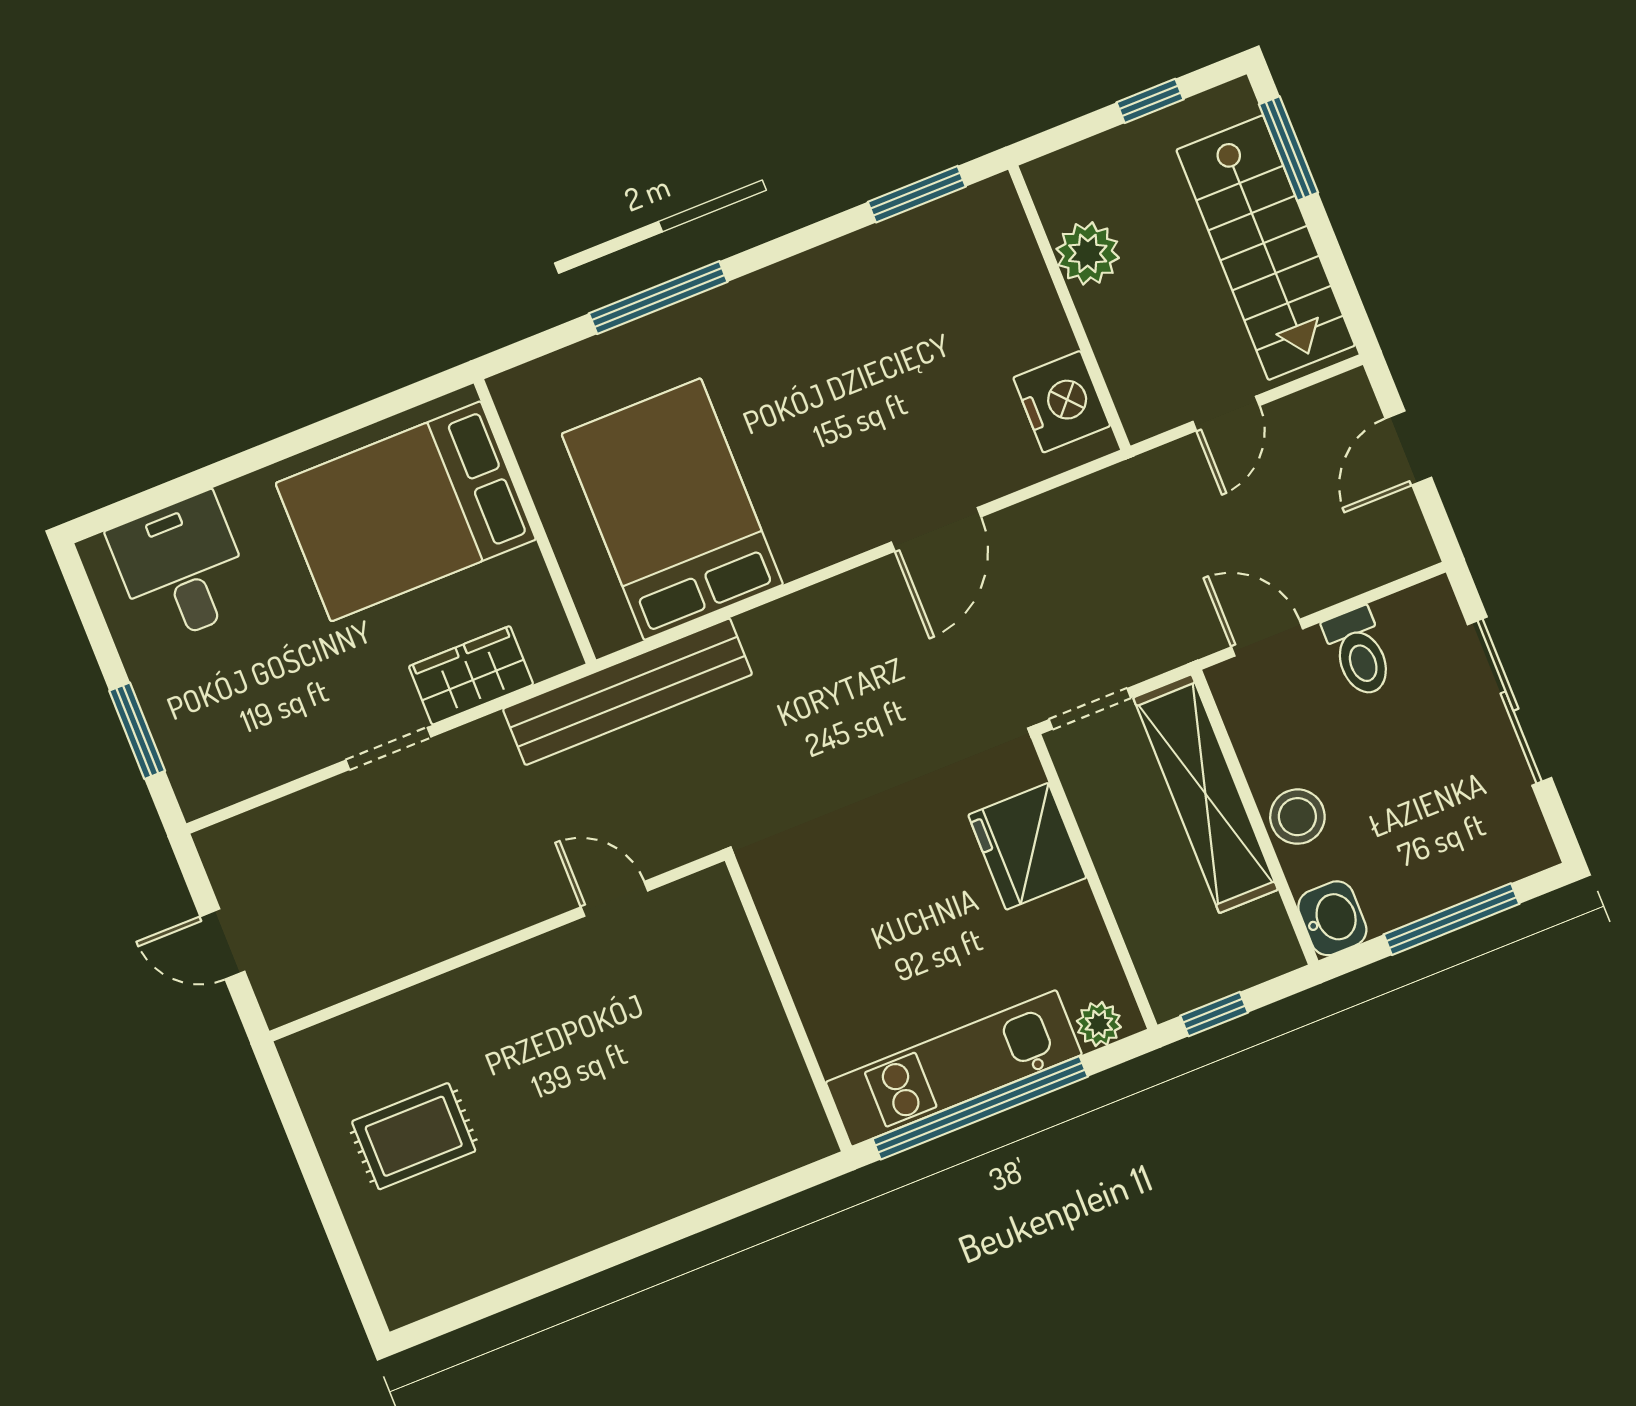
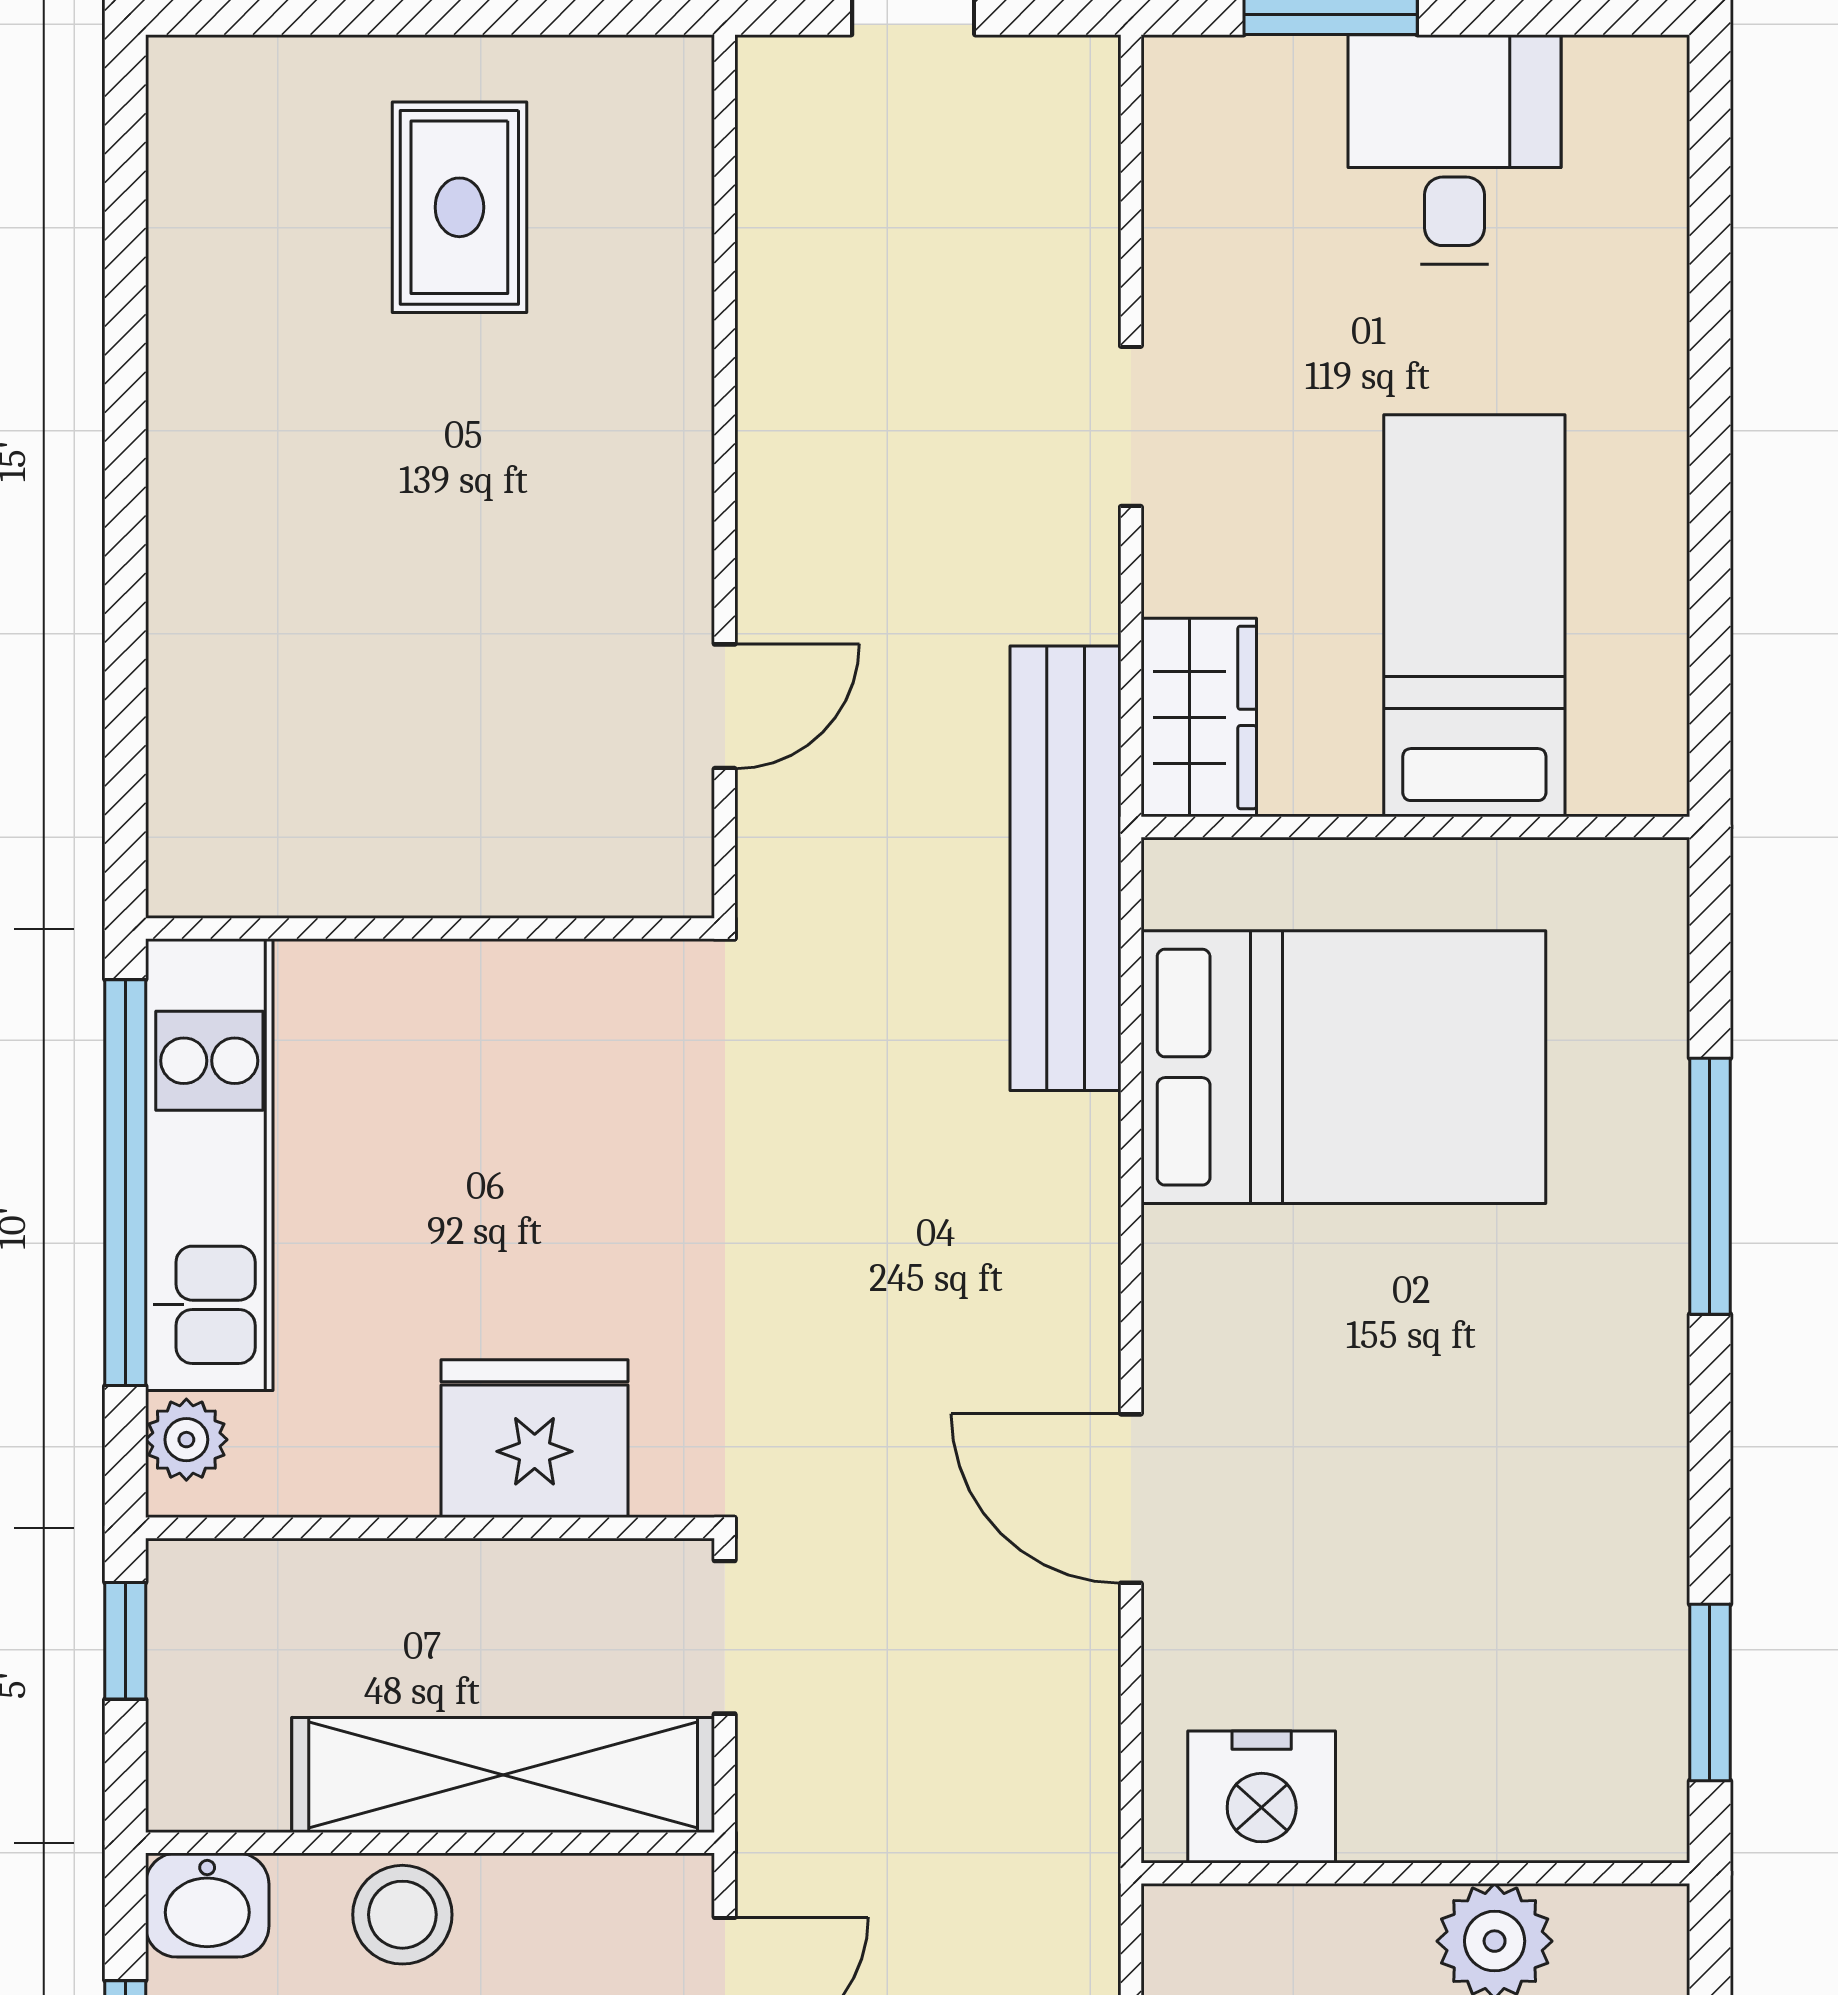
bed: (406, 511) -> (1474, 616), width x0.67
desk: (181, 568) -> (1454, 149), moved, turned -90
wardrobe: (471, 675) -> (1199, 717), moved

